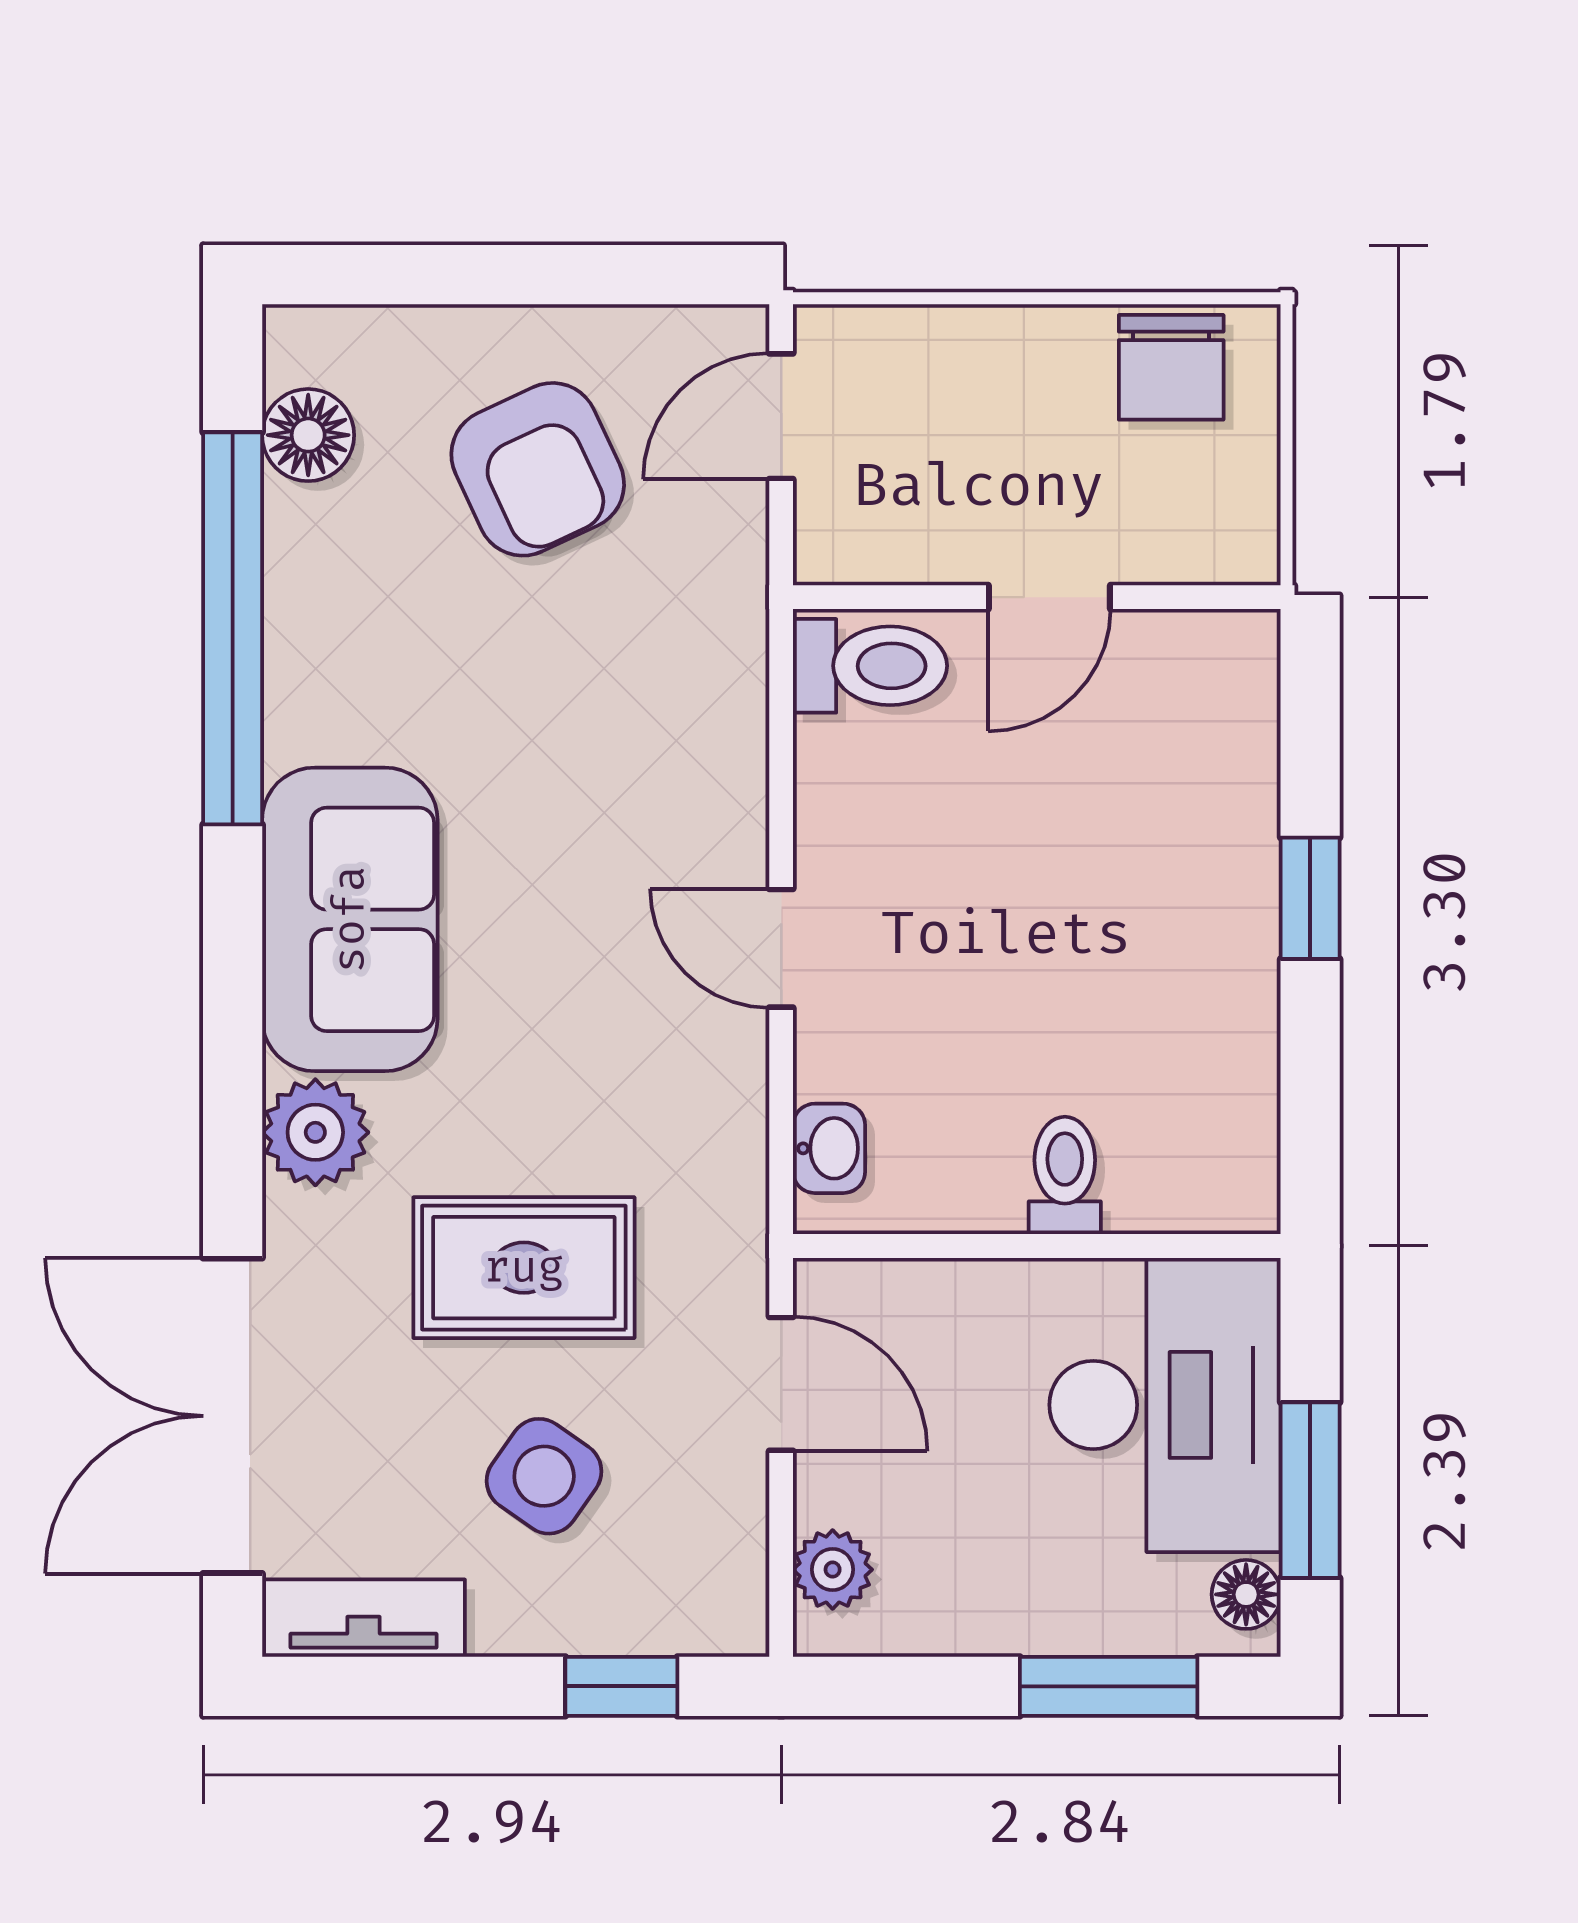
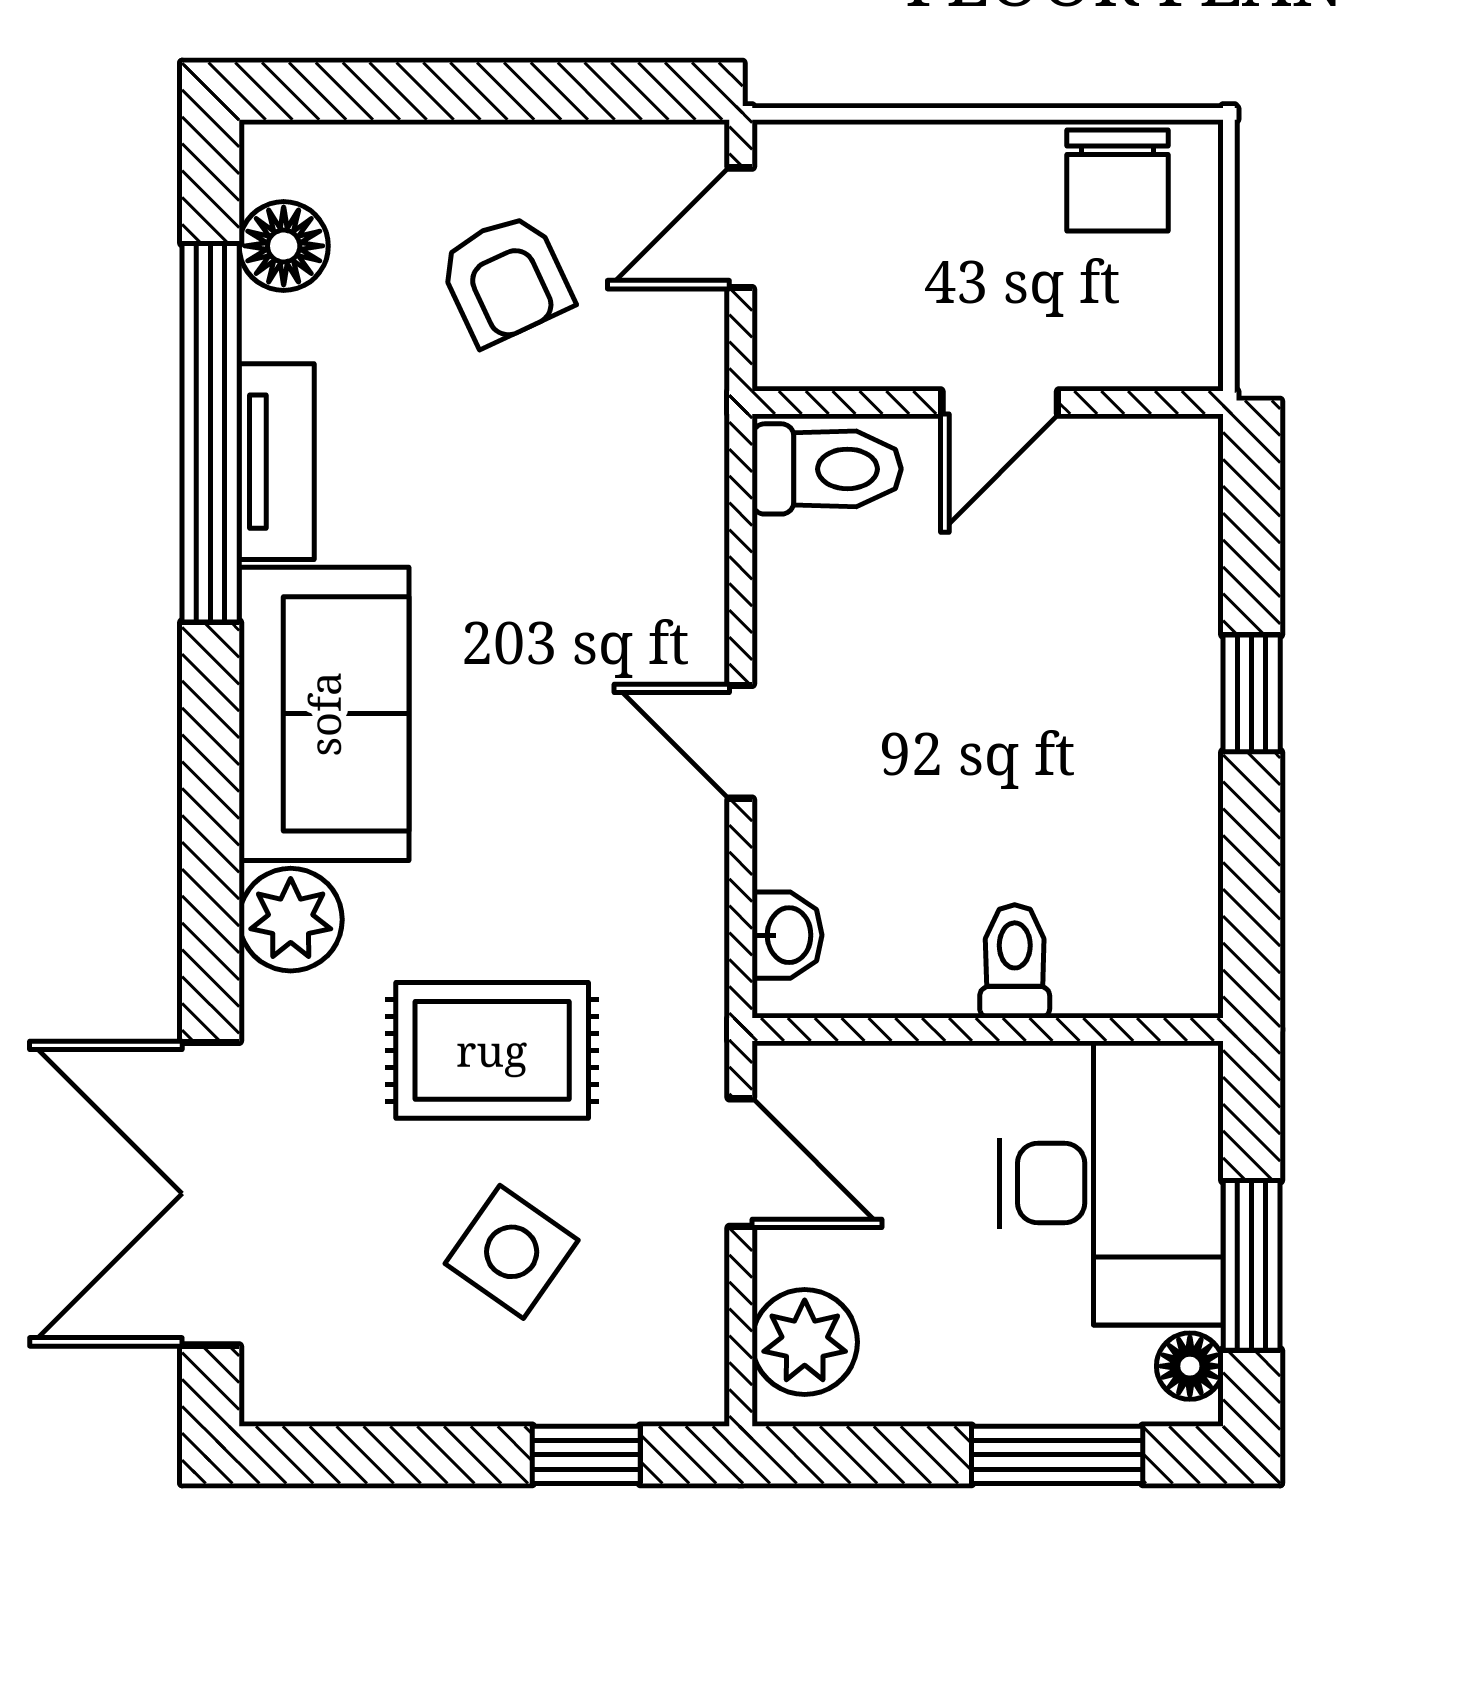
armchair: (538, 469) -> (505, 279), width x0.72, depth x0.72
plant: (833, 1570) -> (805, 1342), width x1.38, depth x1.38
tv unit: (364, 1618) -> (277, 462), moved, turned 90

